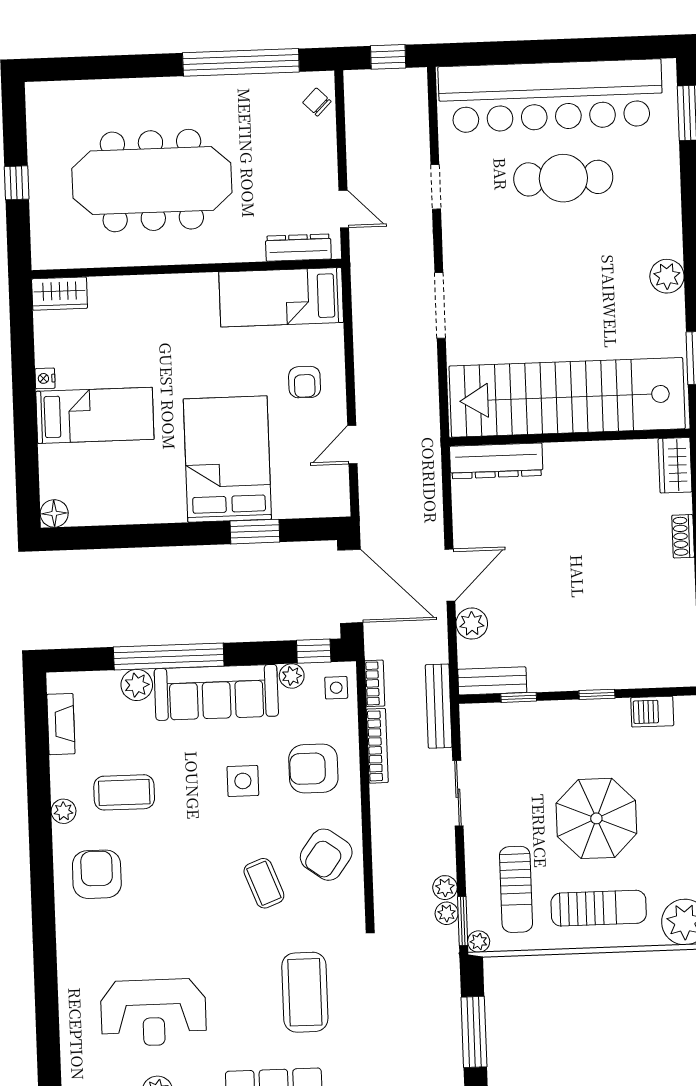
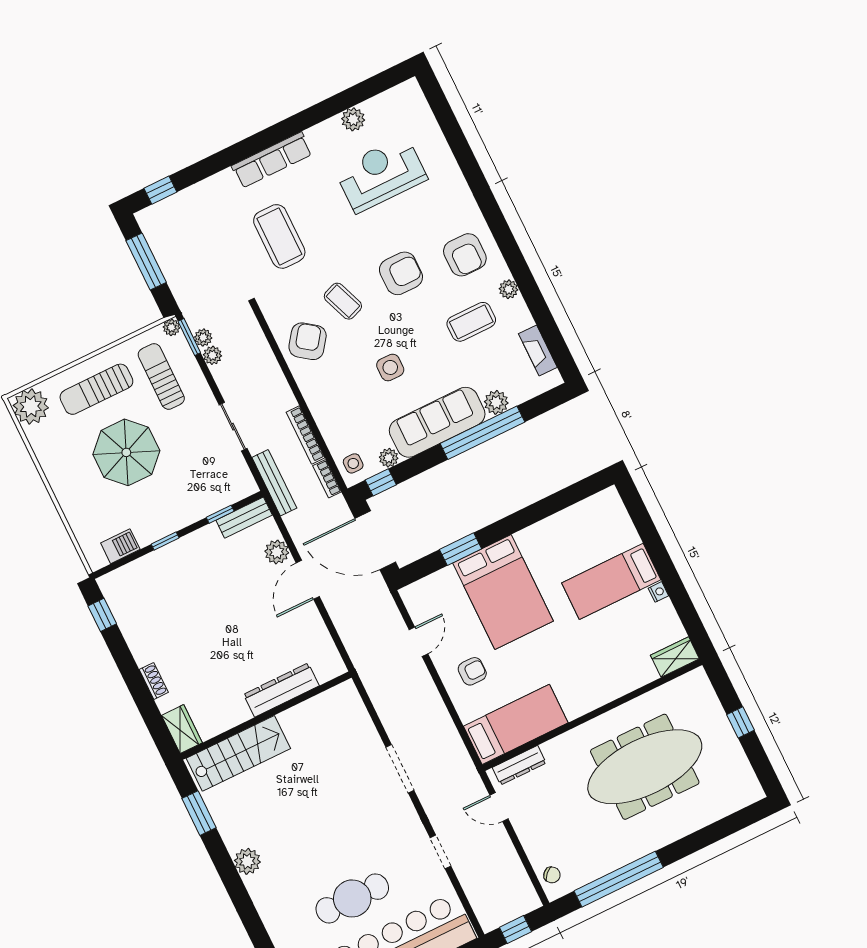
armchair: (305, 382) -> (472, 671), turned 90
stairs: (567, 397) -> (238, 753), width x0.54, depth x0.66
dresser: (496, 461) -> (281, 690), moved
floor lamp: (54, 513) -> (609, 499), removed
armchair: (313, 768) -> (401, 273), moved

